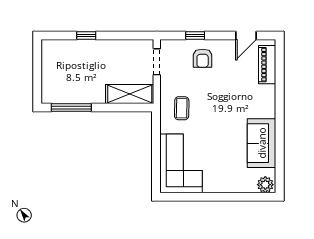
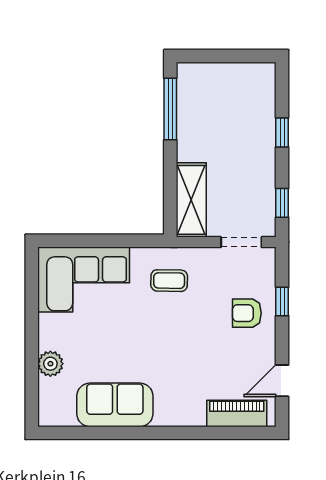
window: (132, 36) -> (282, 203), added
door: (246, 36) -> (282, 381), hinge flipped
plant: (265, 185) -> (50, 364), moved

